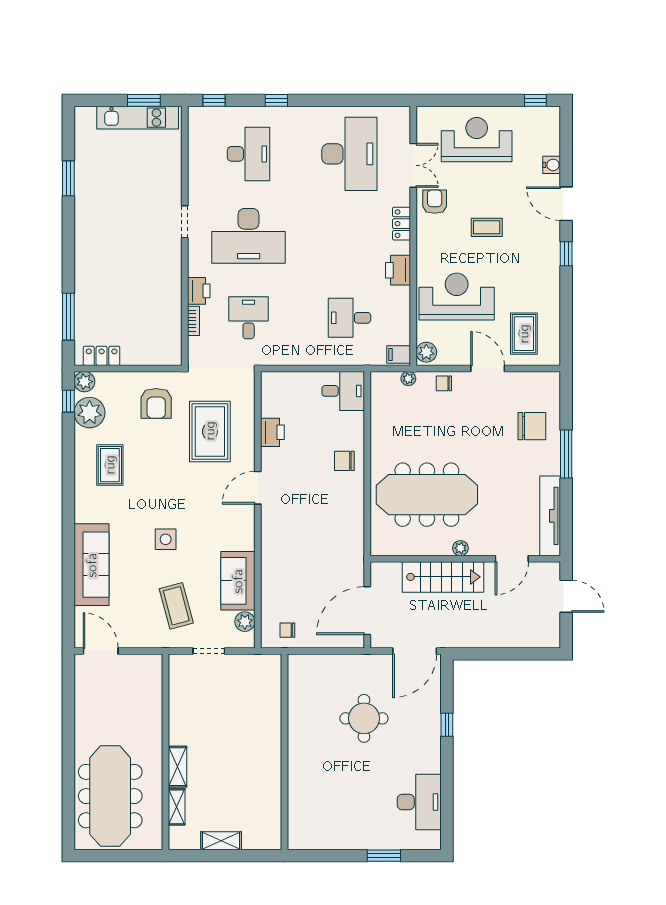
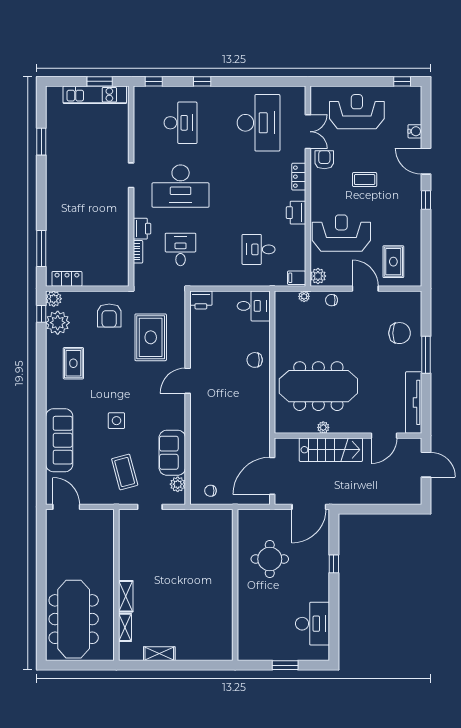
printer: (272, 432) -> (201, 300), moved, turned 90
plant: (460, 548) -> (323, 427), moved
wall: (285, 752) -> (235, 585), moved

